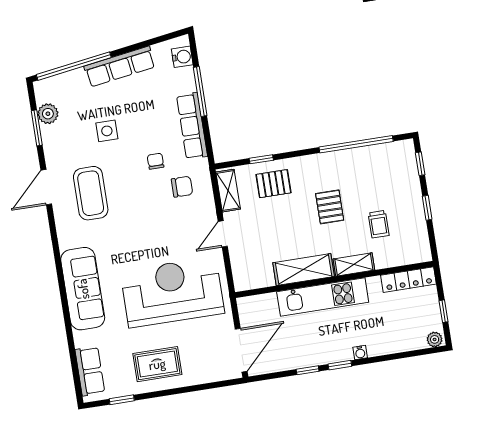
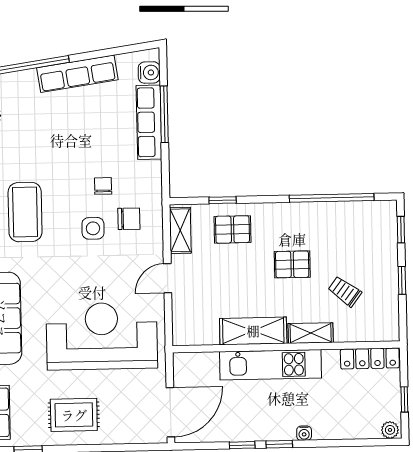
row of seats: (192, 126) -> (149, 122), moved
side table: (107, 131) -> (93, 228), moved
pallet: (330, 207) -> (292, 264), turned 90
trolley: (379, 224) -> (345, 291), turned 127

